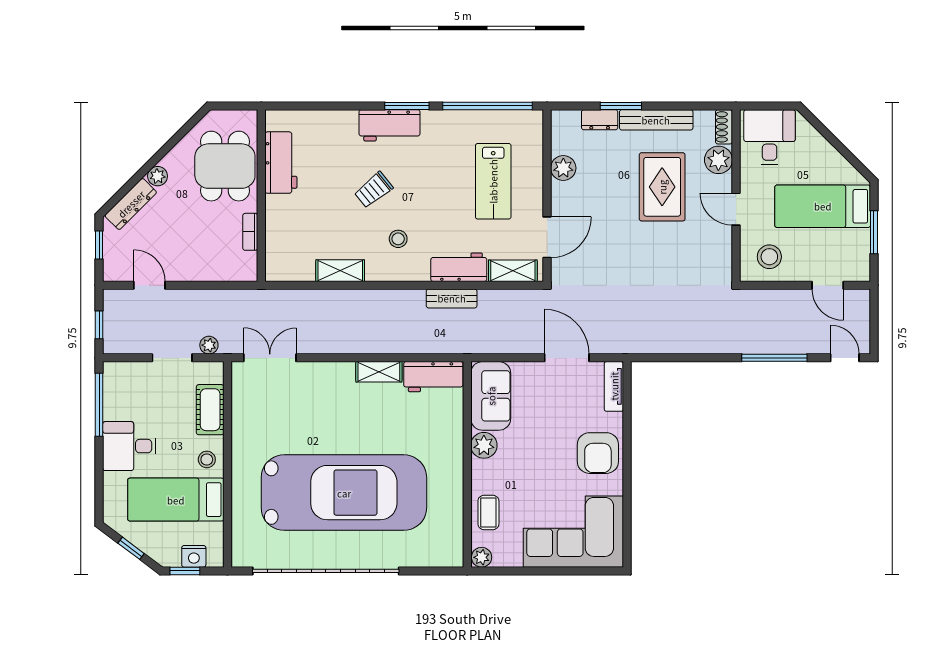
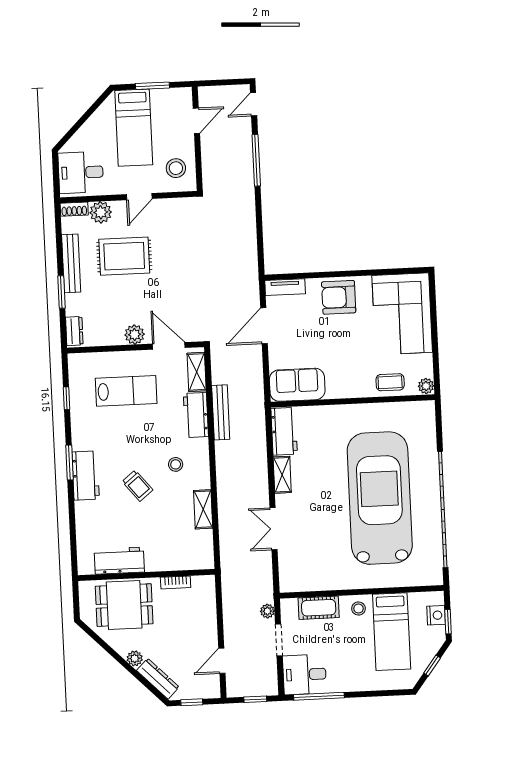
window: (488, 106) -> (66, 398), width x0.32
dresser: (600, 120) -> (74, 331), moved
plant: (563, 168) -> (135, 335), moved
bench: (452, 298) -> (221, 412), width x1.36
double door: (270, 358) -> (274, 529), moved
plant: (484, 445) -> (337, 388), removed
desk: (129, 446) -> (305, 674), moved, turned 90
armchair: (598, 453) -> (339, 297), turned 180

